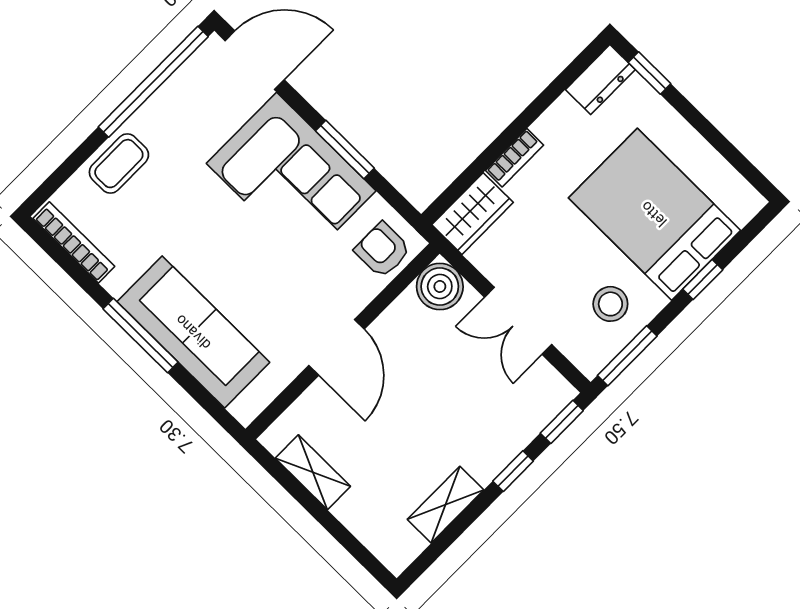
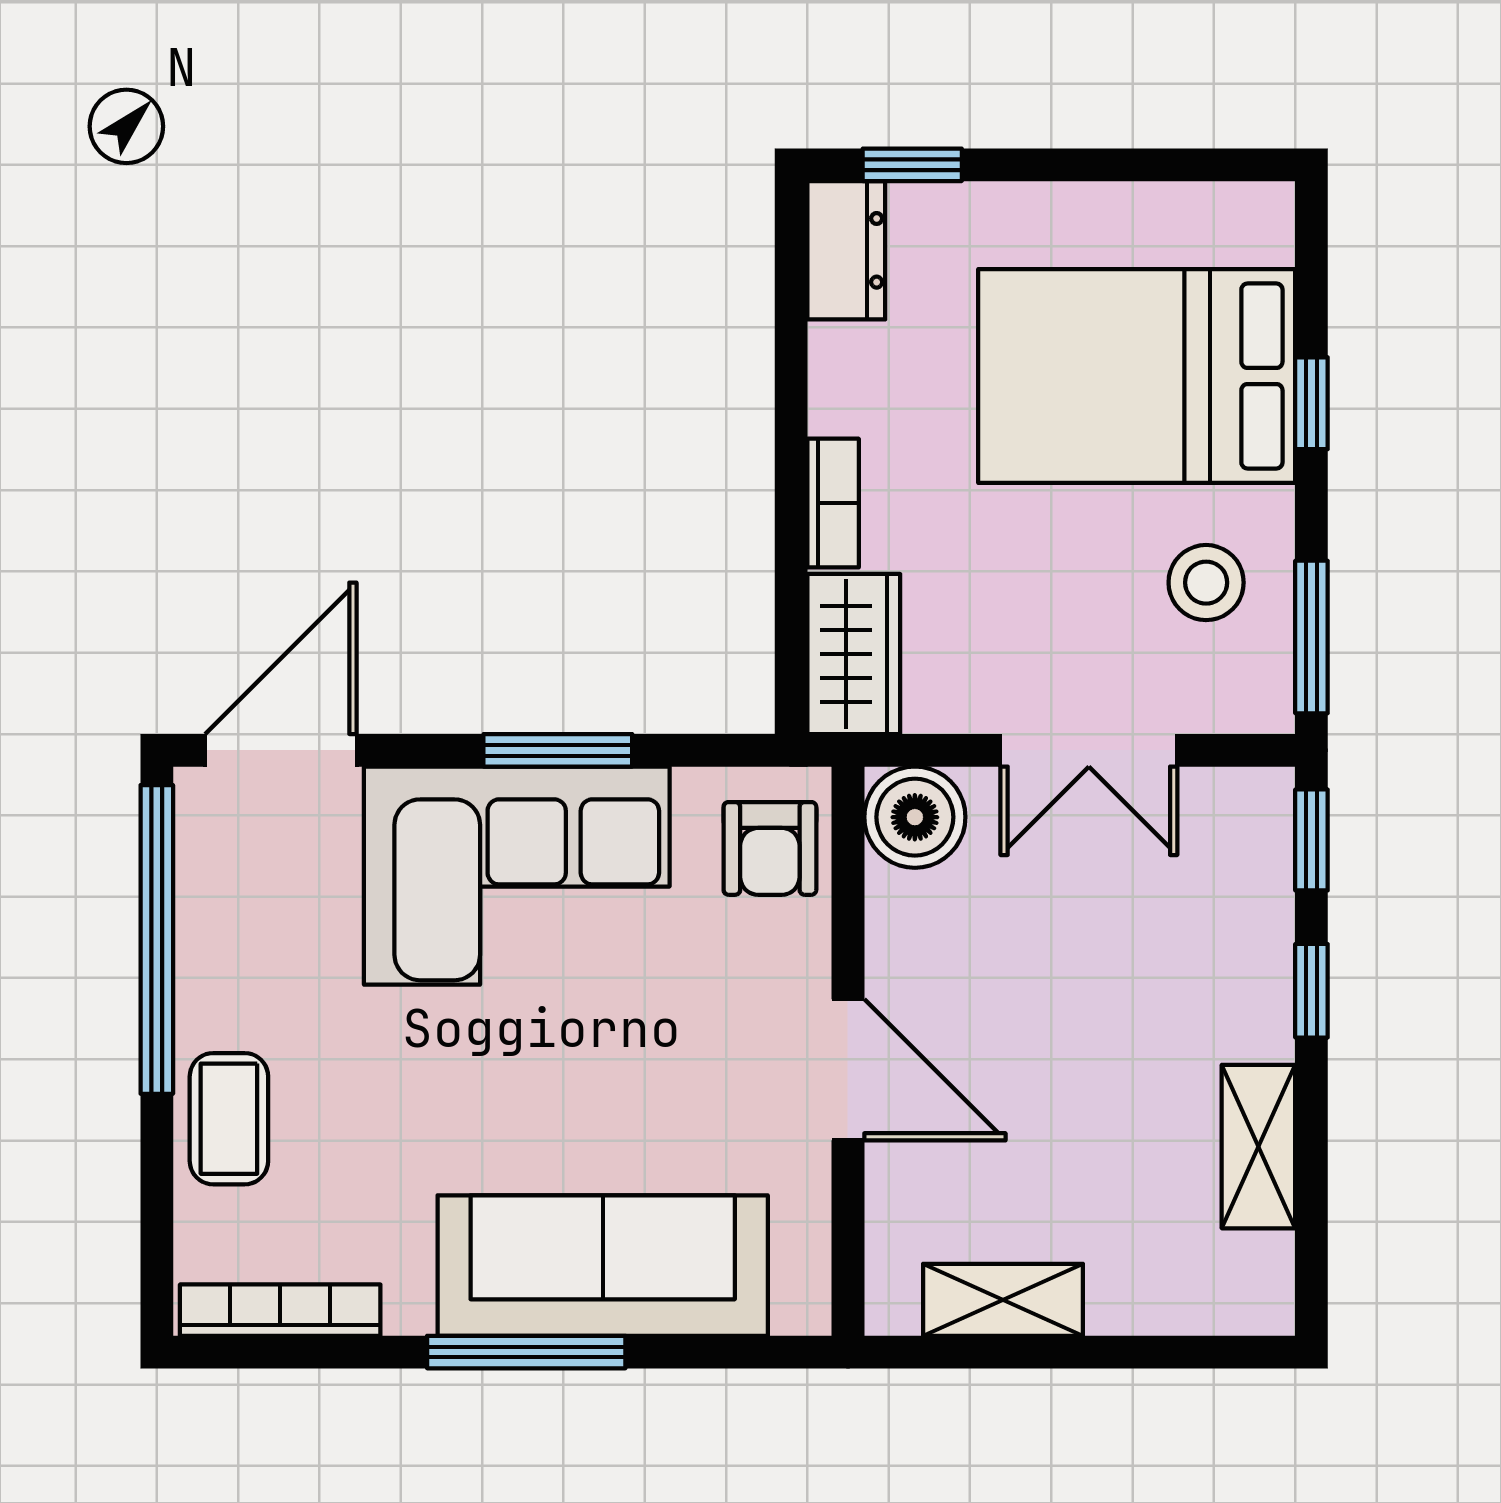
armchair: (382, 250) -> (770, 848), turned -90

